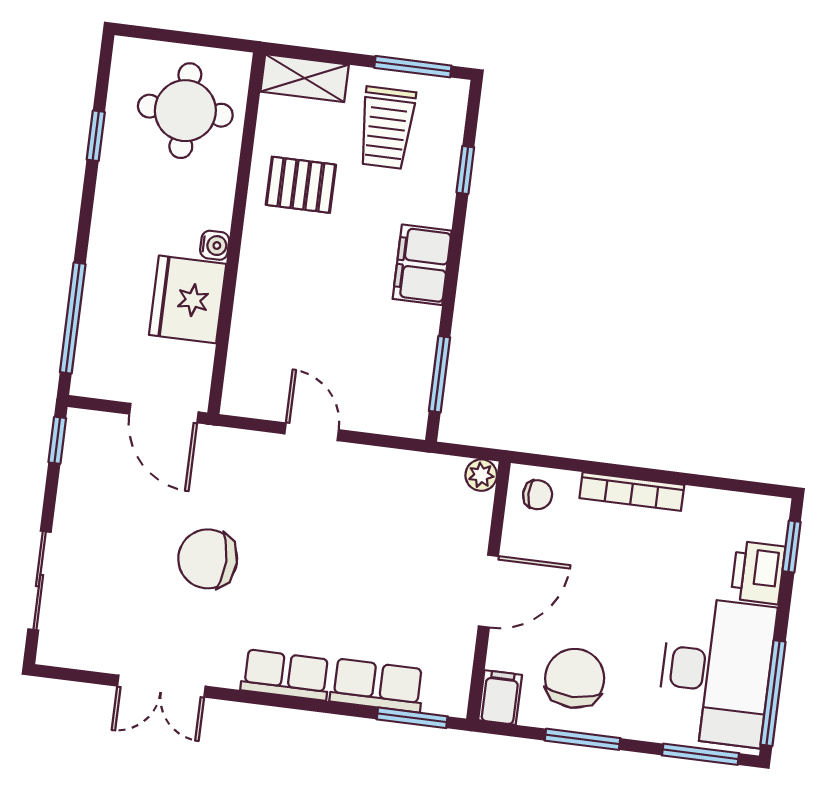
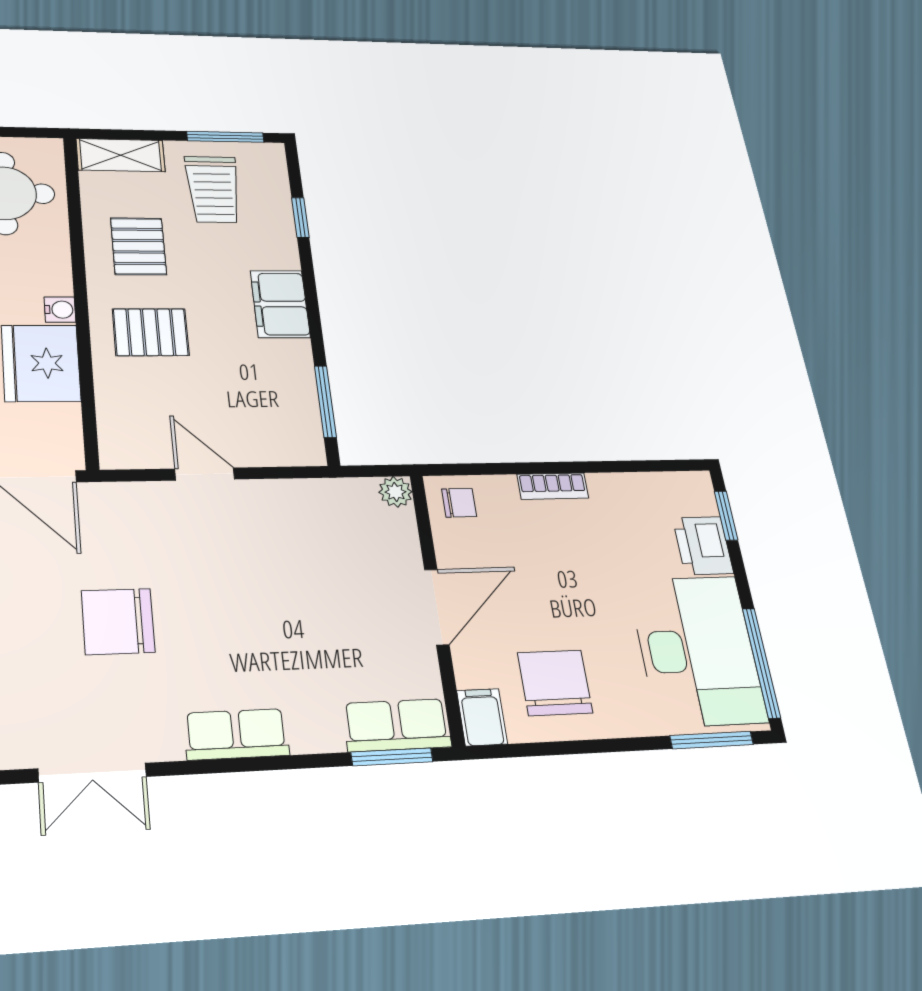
pallet: (301, 185) -> (138, 246), turned 90
pallet: (293, 280) -> (151, 332), added
bookcase: (632, 491) -> (553, 486), width x0.64
row of seats: (377, 685) -> (397, 725), moved
window: (583, 739) -> (584, 747), removed

